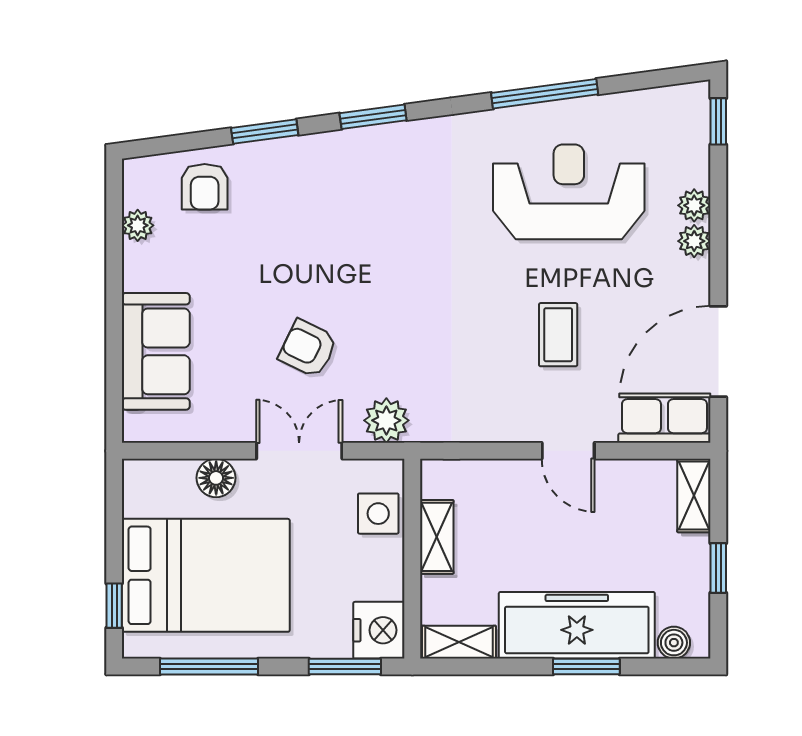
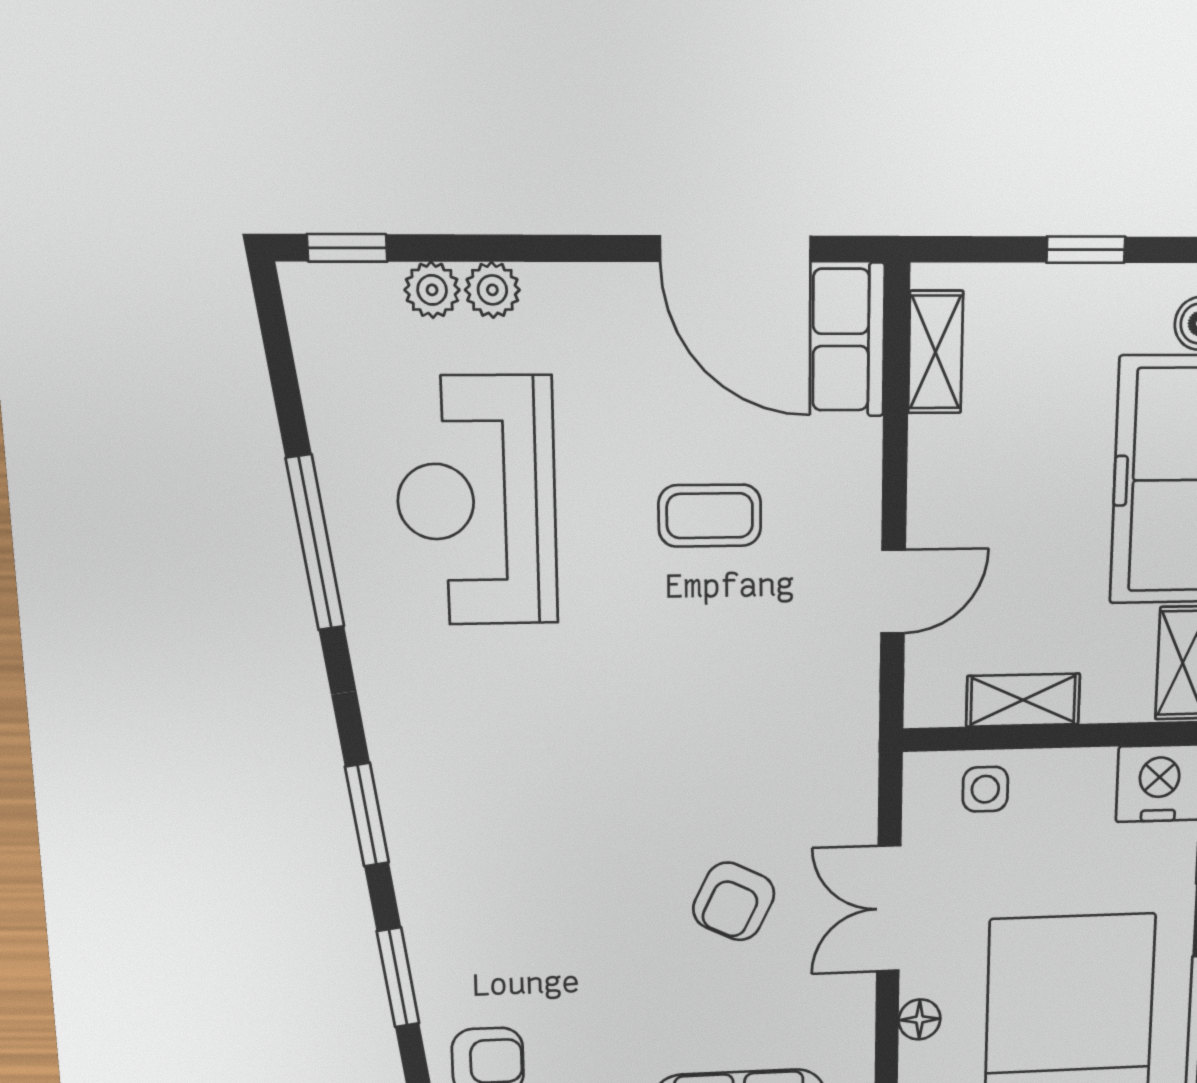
plant: (694, 241) -> (432, 290), moved
plant: (386, 420) -> (844, 781), removed
door: (568, 451) -> (893, 592), moved
floor lamp: (216, 478) -> (920, 1019), width x0.73, depth x0.73
shelving: (694, 496) -> (936, 352), moved, turned 90
side table: (378, 514) -> (985, 789), width x0.73, depth x0.73

